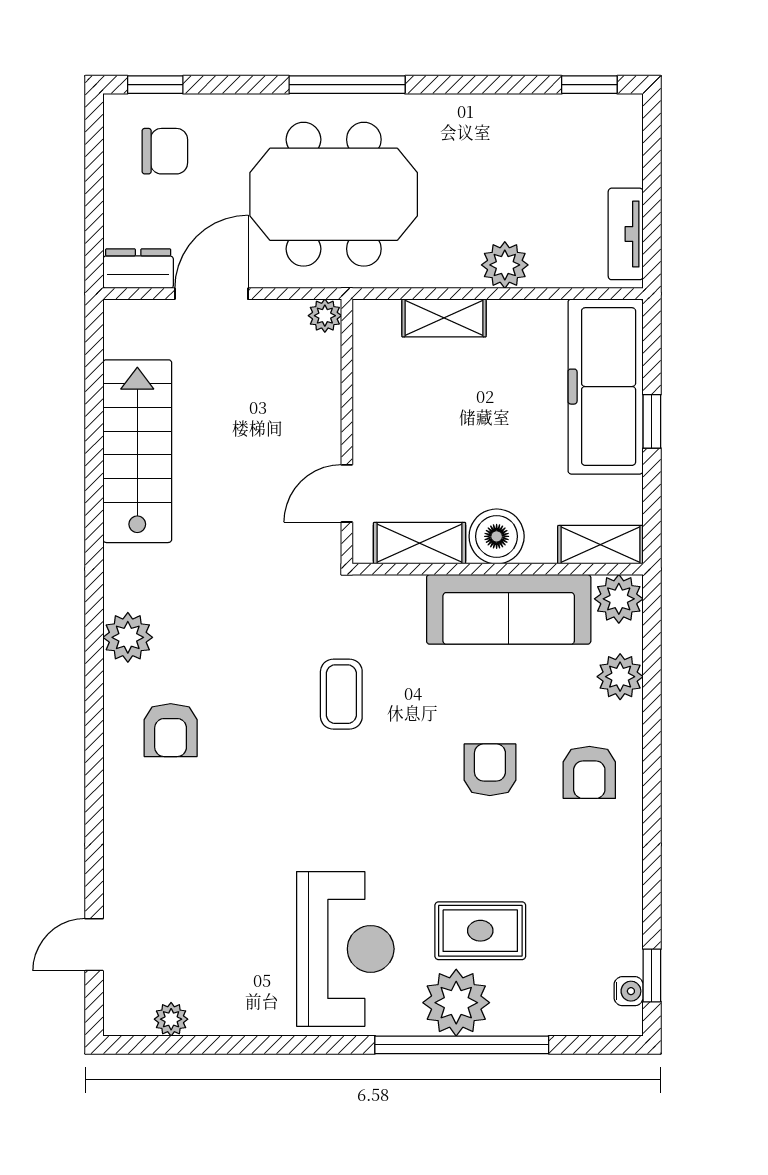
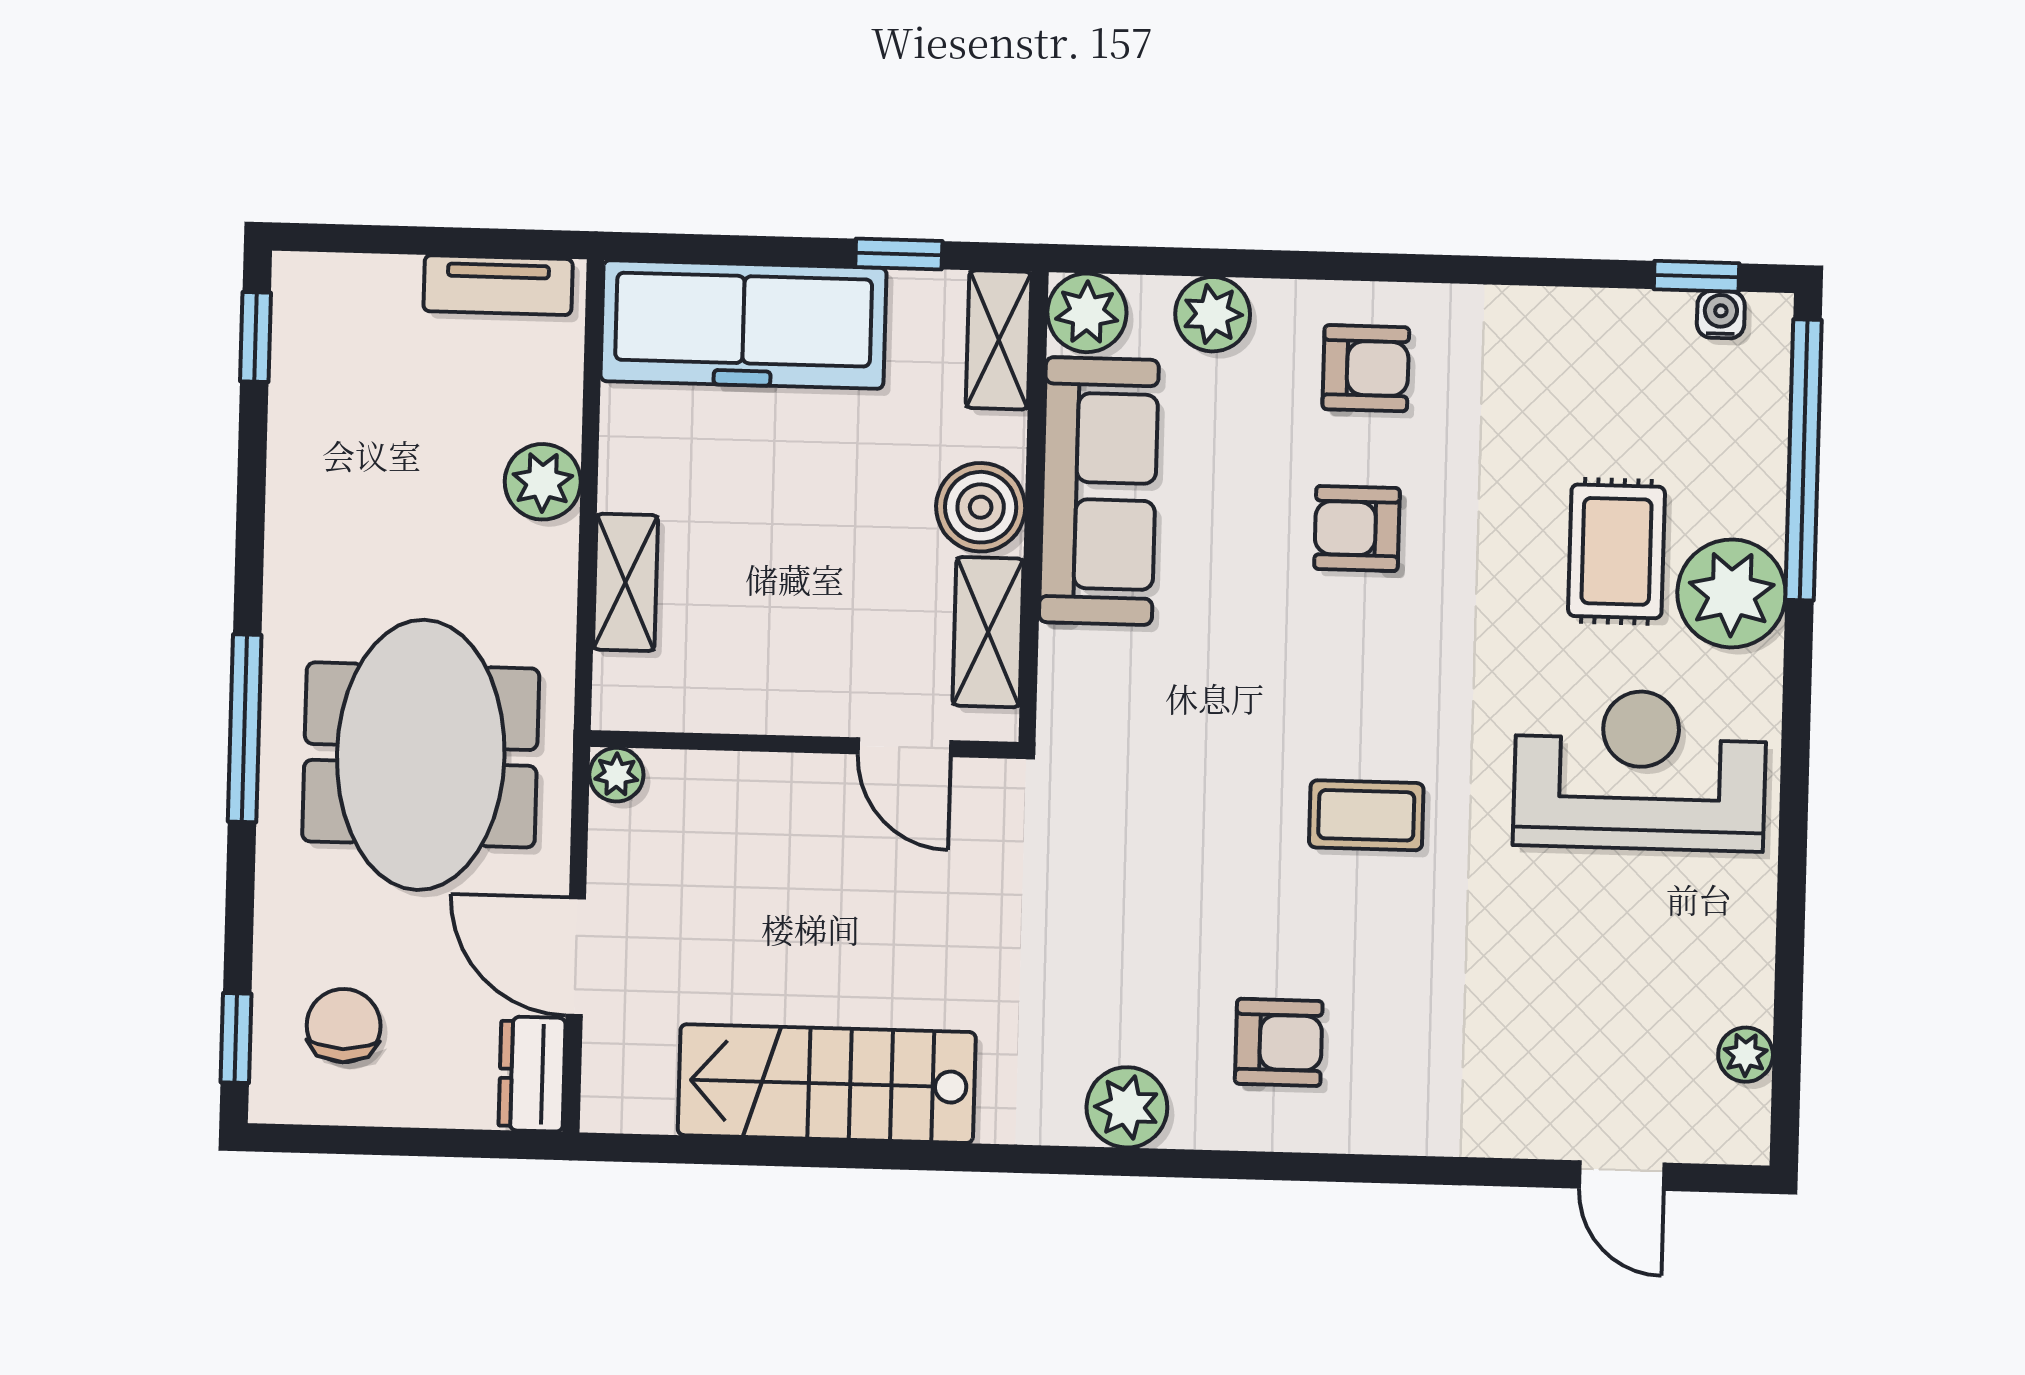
window: (652, 421) -> (899, 254), moved
coffee table: (341, 694) -> (1366, 815), moved
window: (462, 1045) -> (1804, 460), moved

